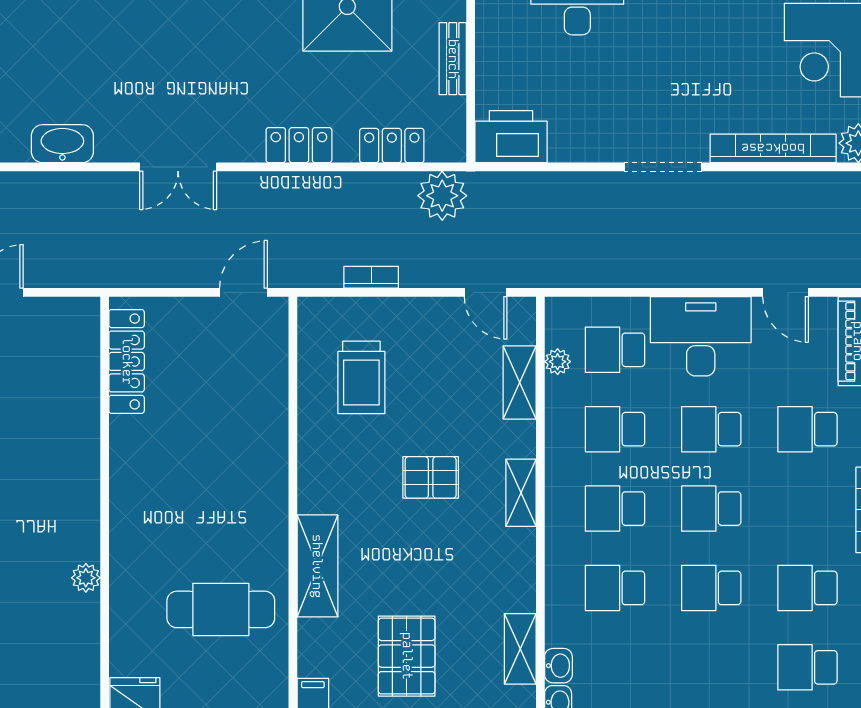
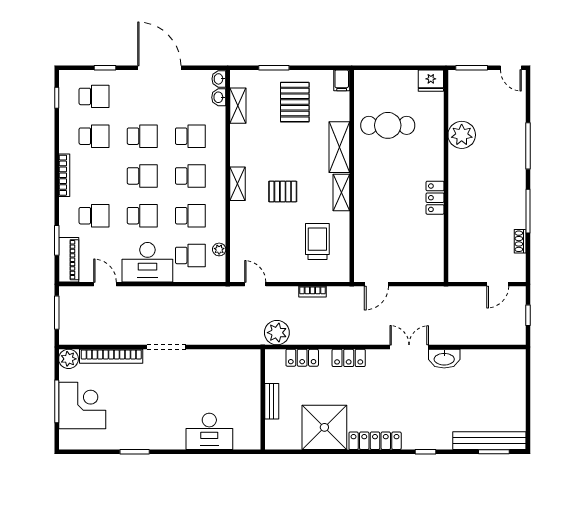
printer: (511, 137) -> (242, 362), removed
washbasin: (62, 144) -> (444, 359), moved
locker: (127, 361) -> (435, 198), moved, width x0.66
shelving: (520, 383) -> (341, 192), moved
plant: (86, 578) -> (462, 135), width x1.88, depth x1.88

